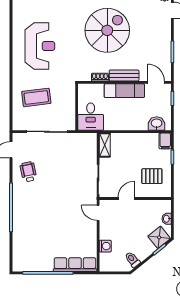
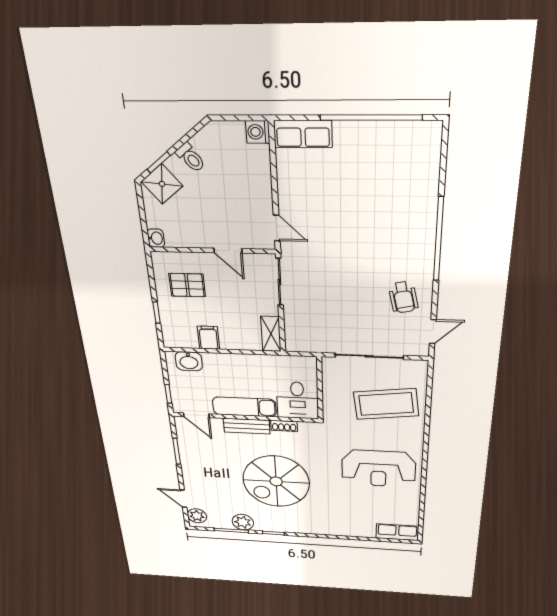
reception desk: (40, 46) -> (379, 469), turned -90
coffee table: (36, 97) -> (386, 404), width x1.36, depth x1.32
desk: (91, 117) -> (297, 400), moved, turned 180
filing cabinet: (165, 141) -> (208, 338), moved
door: (126, 199) -> (228, 251), hinge flipped
washbasin: (167, 219) -> (156, 238), moved
washing machine: (105, 246) -> (258, 132), moved
toilet: (132, 260) -> (191, 158), moved
row of seats: (75, 265) -> (303, 134), width x0.68

